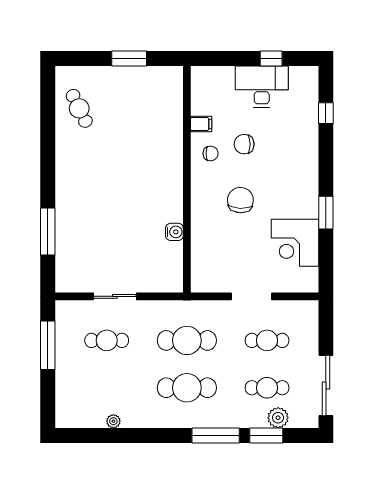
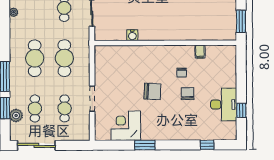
filing cabinet: (201, 124) -> (200, 52), moved
wall: (187, 179) -> (165, 43), moved
water cooler: (174, 232) -> (132, 35), moved

